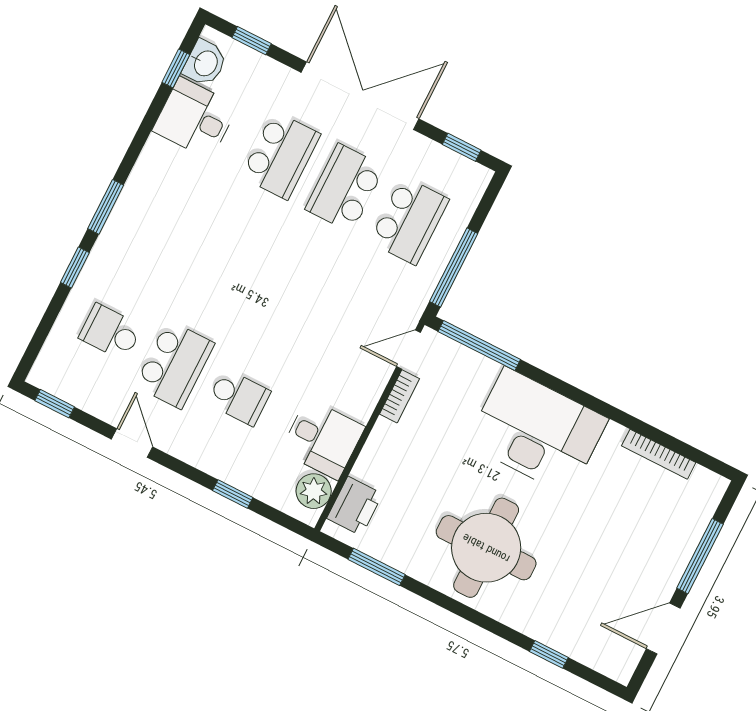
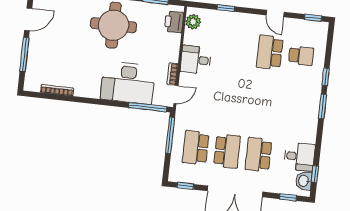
school desk: (239, 397) -> (238, 49), removed
desk: (537, 431) -> (128, 83), moved
desk: (323, 439) -> (196, 60), moved

